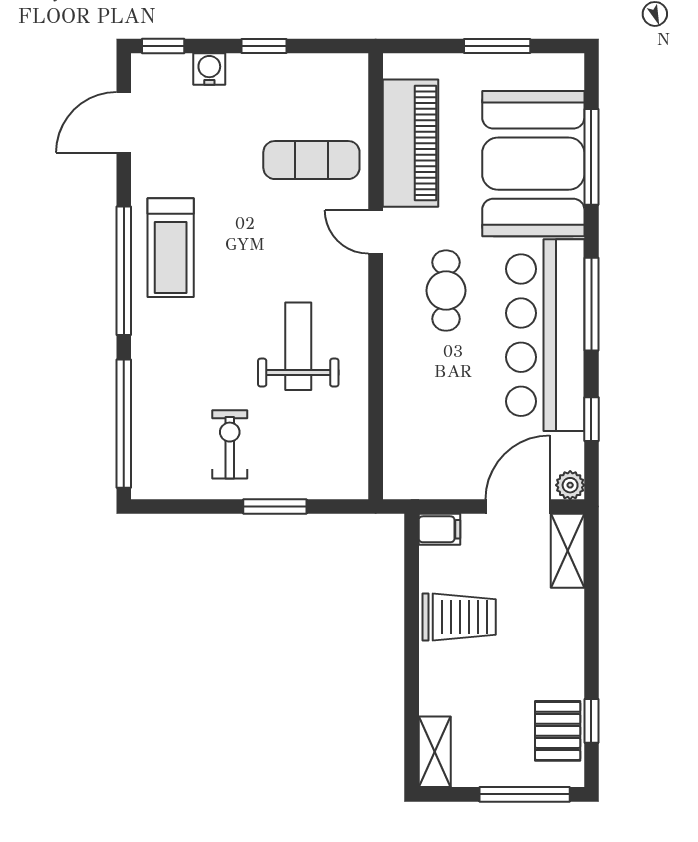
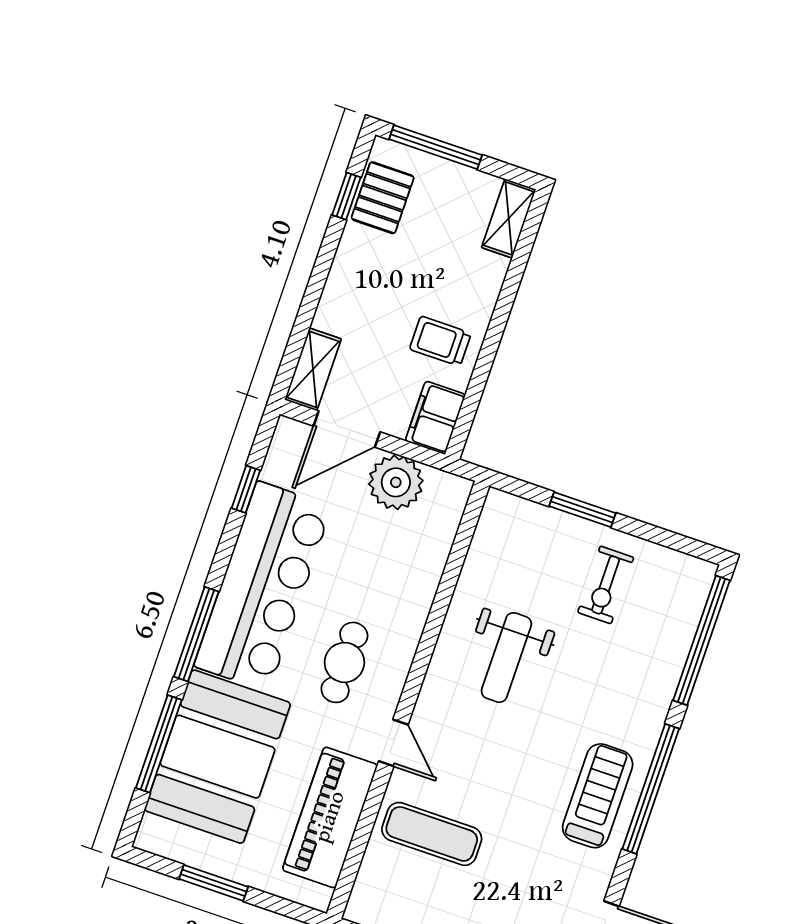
window: (591, 304) -> (196, 634), moved
plant: (570, 485) -> (396, 482), moved, width x1.88, depth x1.88
filing cabinet: (440, 529) -> (435, 418), width x2.00
trolley: (459, 617) -> (440, 341), width x0.73, depth x0.72

